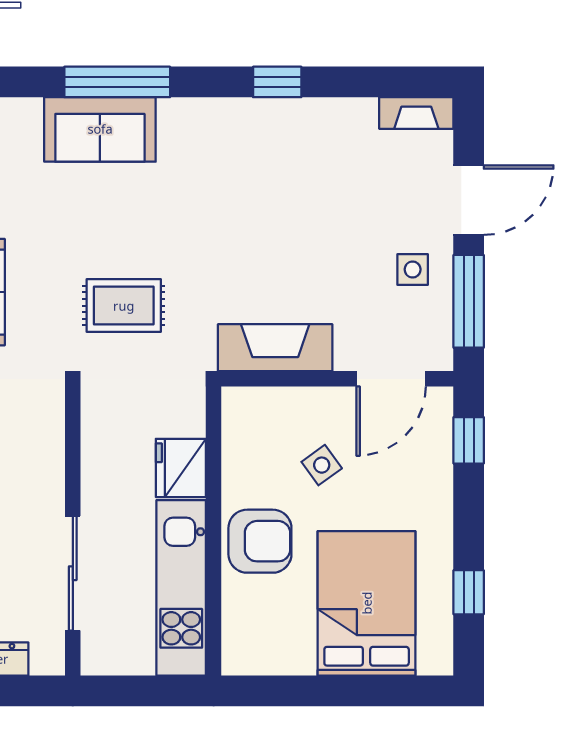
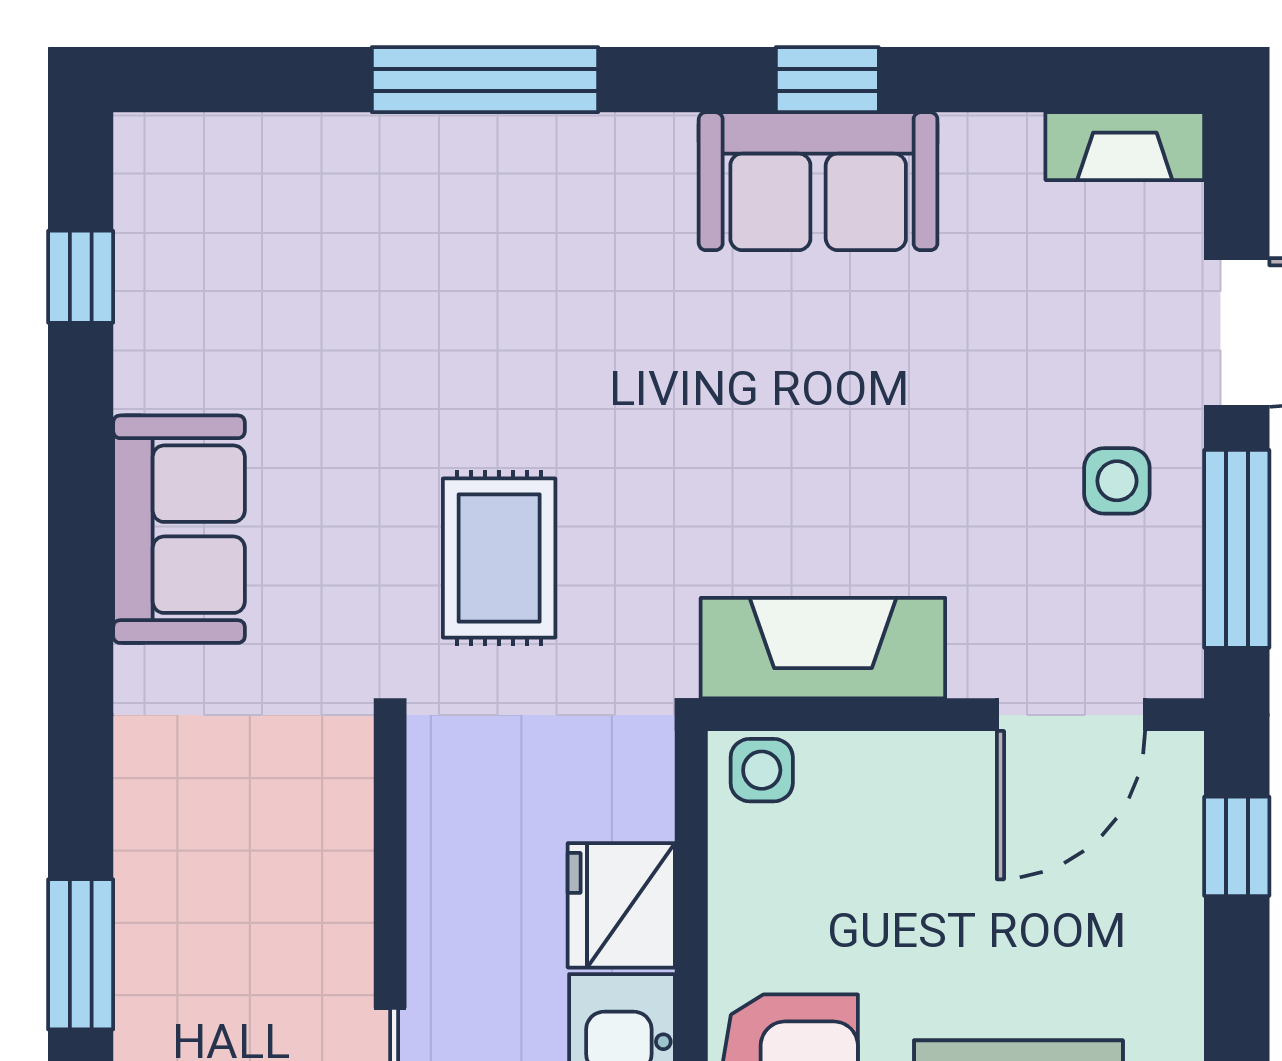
sofa: (100, 129) -> (818, 181), moved
rug: (124, 306) -> (499, 558), turned 90
side table: (322, 465) -> (762, 770), moved, turned 36

